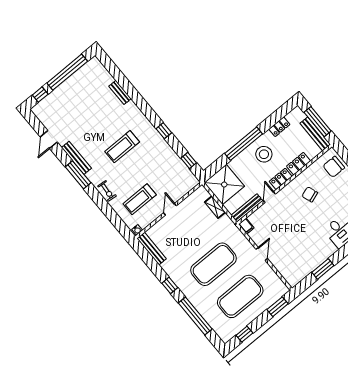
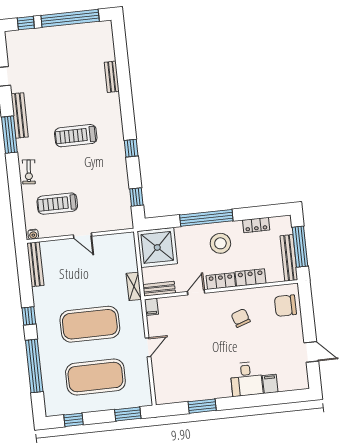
shelving: (215, 207) -> (134, 286), moved
bench: (247, 208) -> (159, 289), width x0.73
door: (170, 209) -> (82, 236), swing flipped

